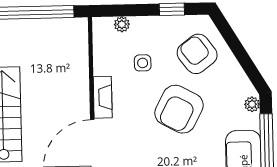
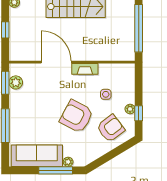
plant: (122, 24) -> (130, 109), moved
plant: (252, 104) -> (68, 162), moved

